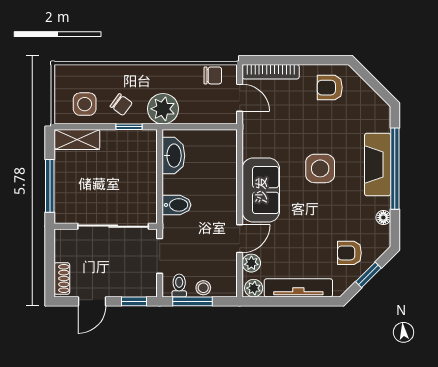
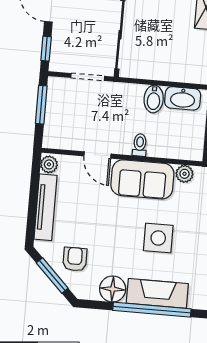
bidet: (177, 205) -> (154, 99), moved
floor lamp: (383, 218) -> (113, 289), width x1.89, depth x1.89
plant: (251, 263) -> (185, 174), moved
window: (368, 275) -> (52, 276), width x1.50
toilet: (179, 286) -> (140, 145), moved, turned -90
stool: (203, 288) -> (53, 116), removed

